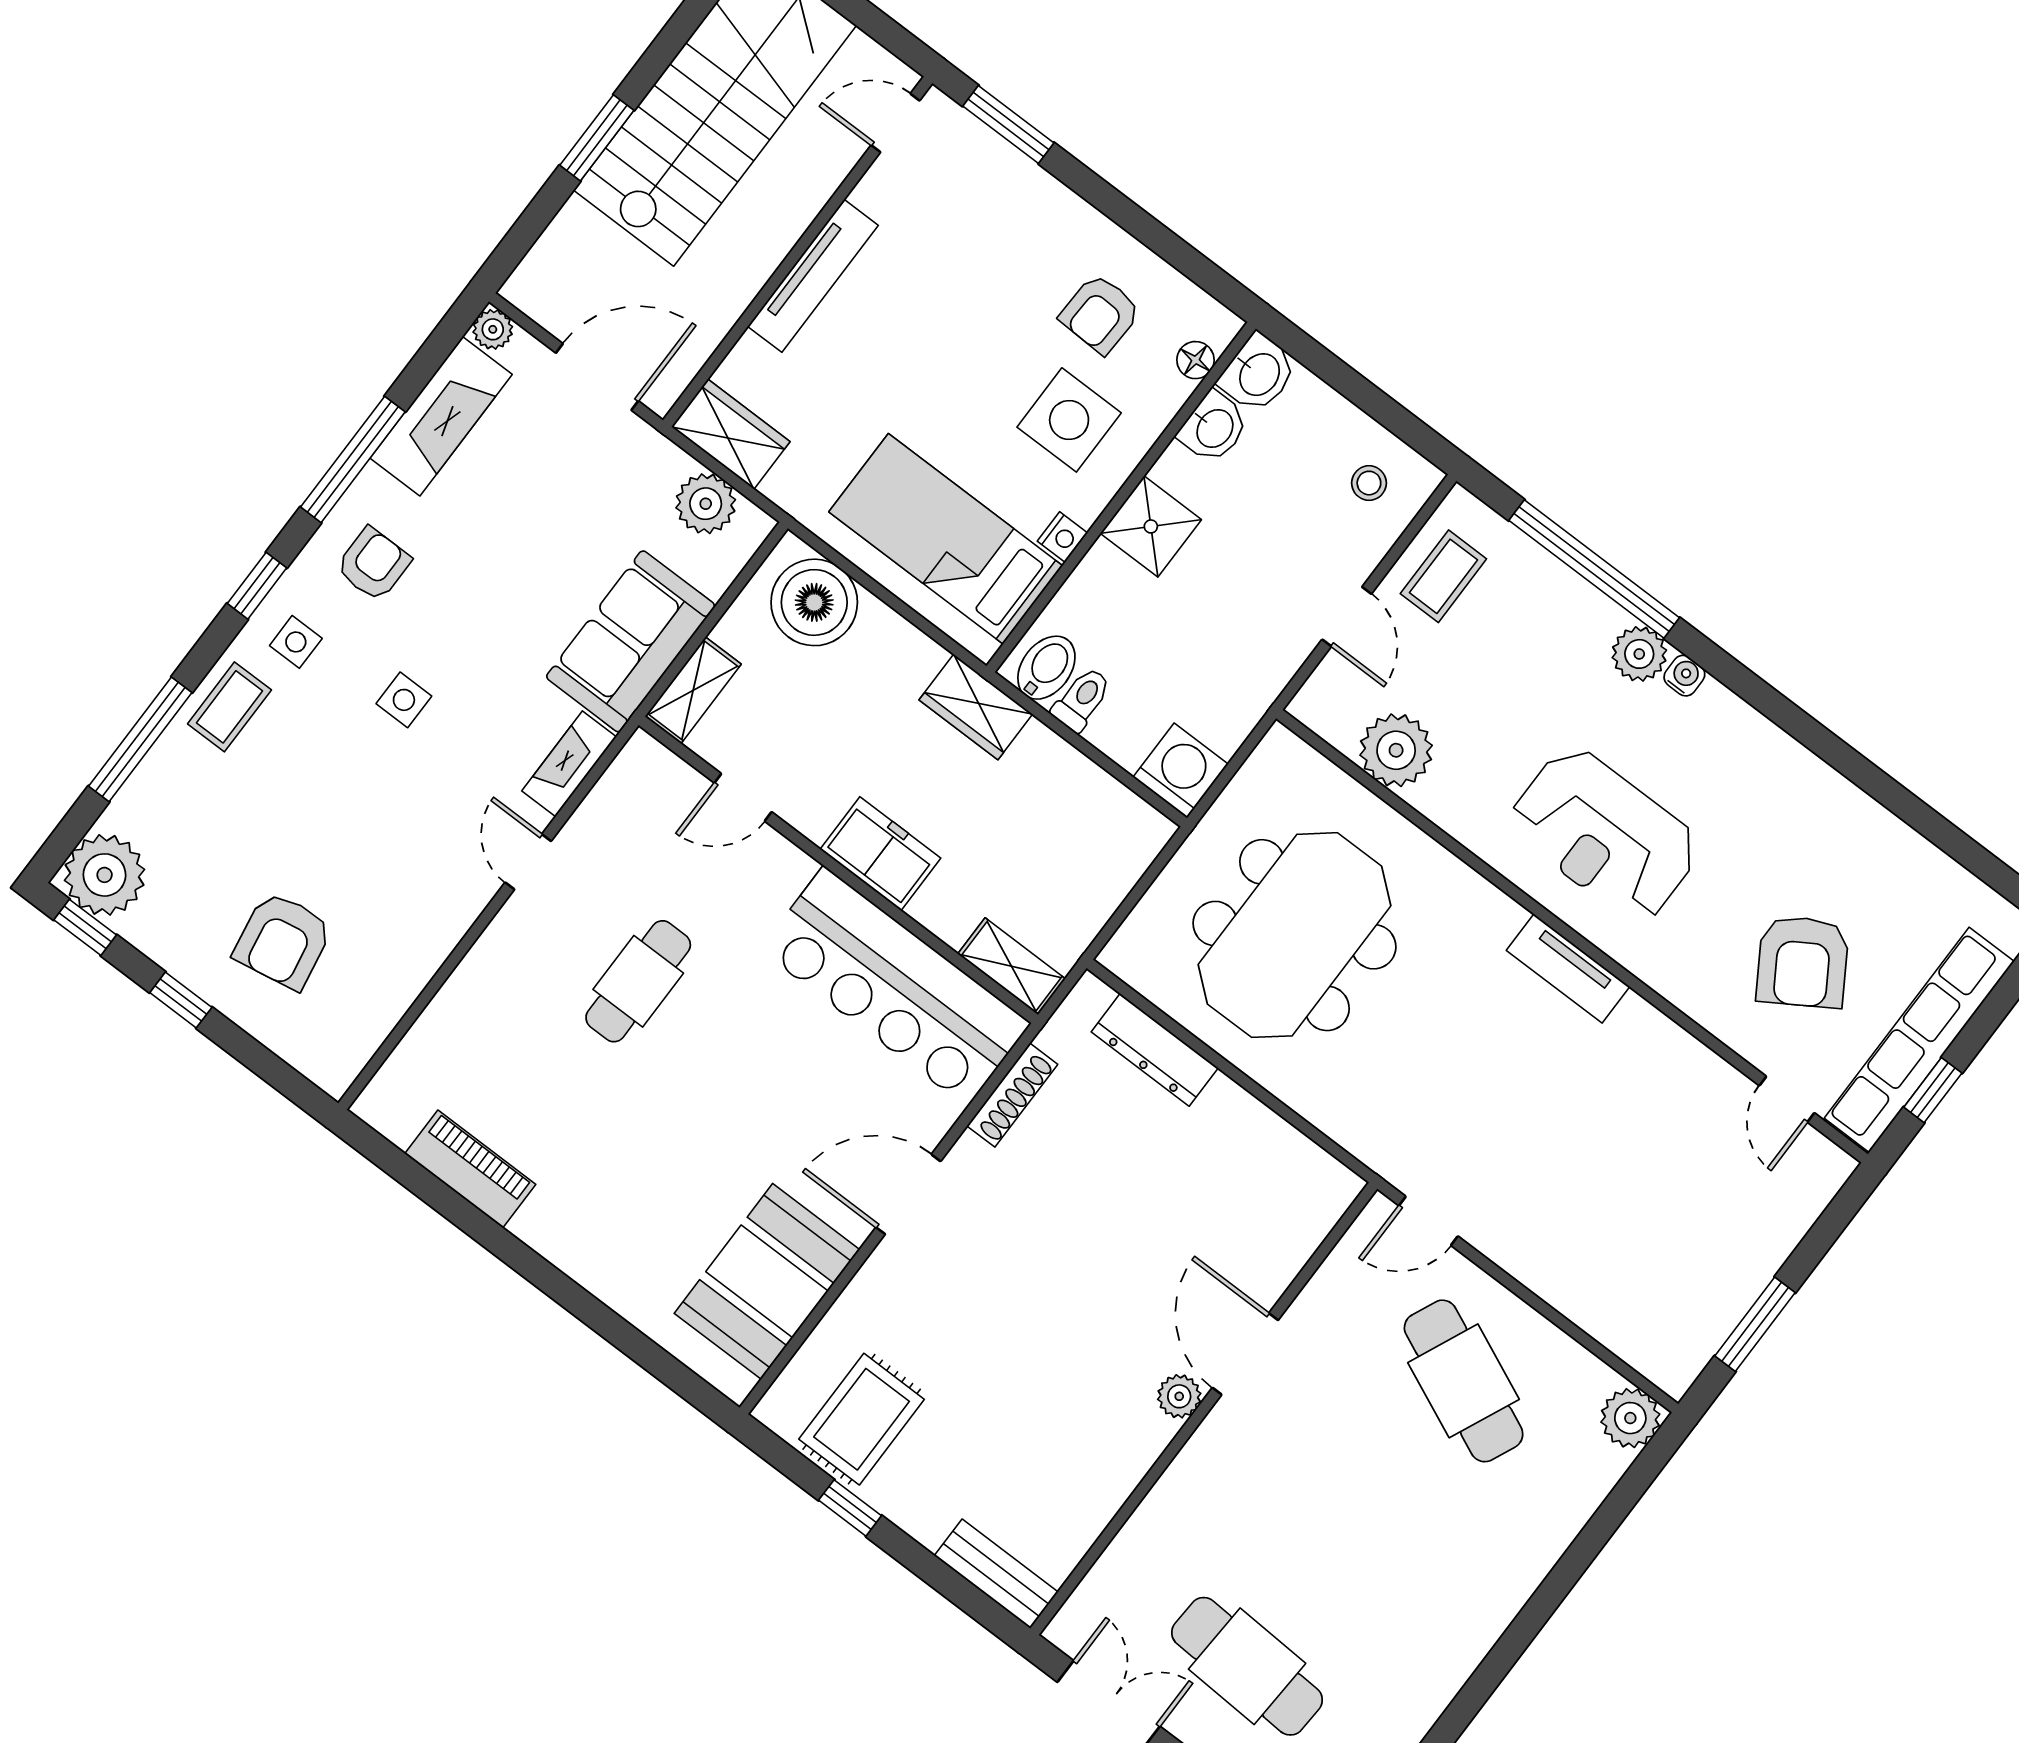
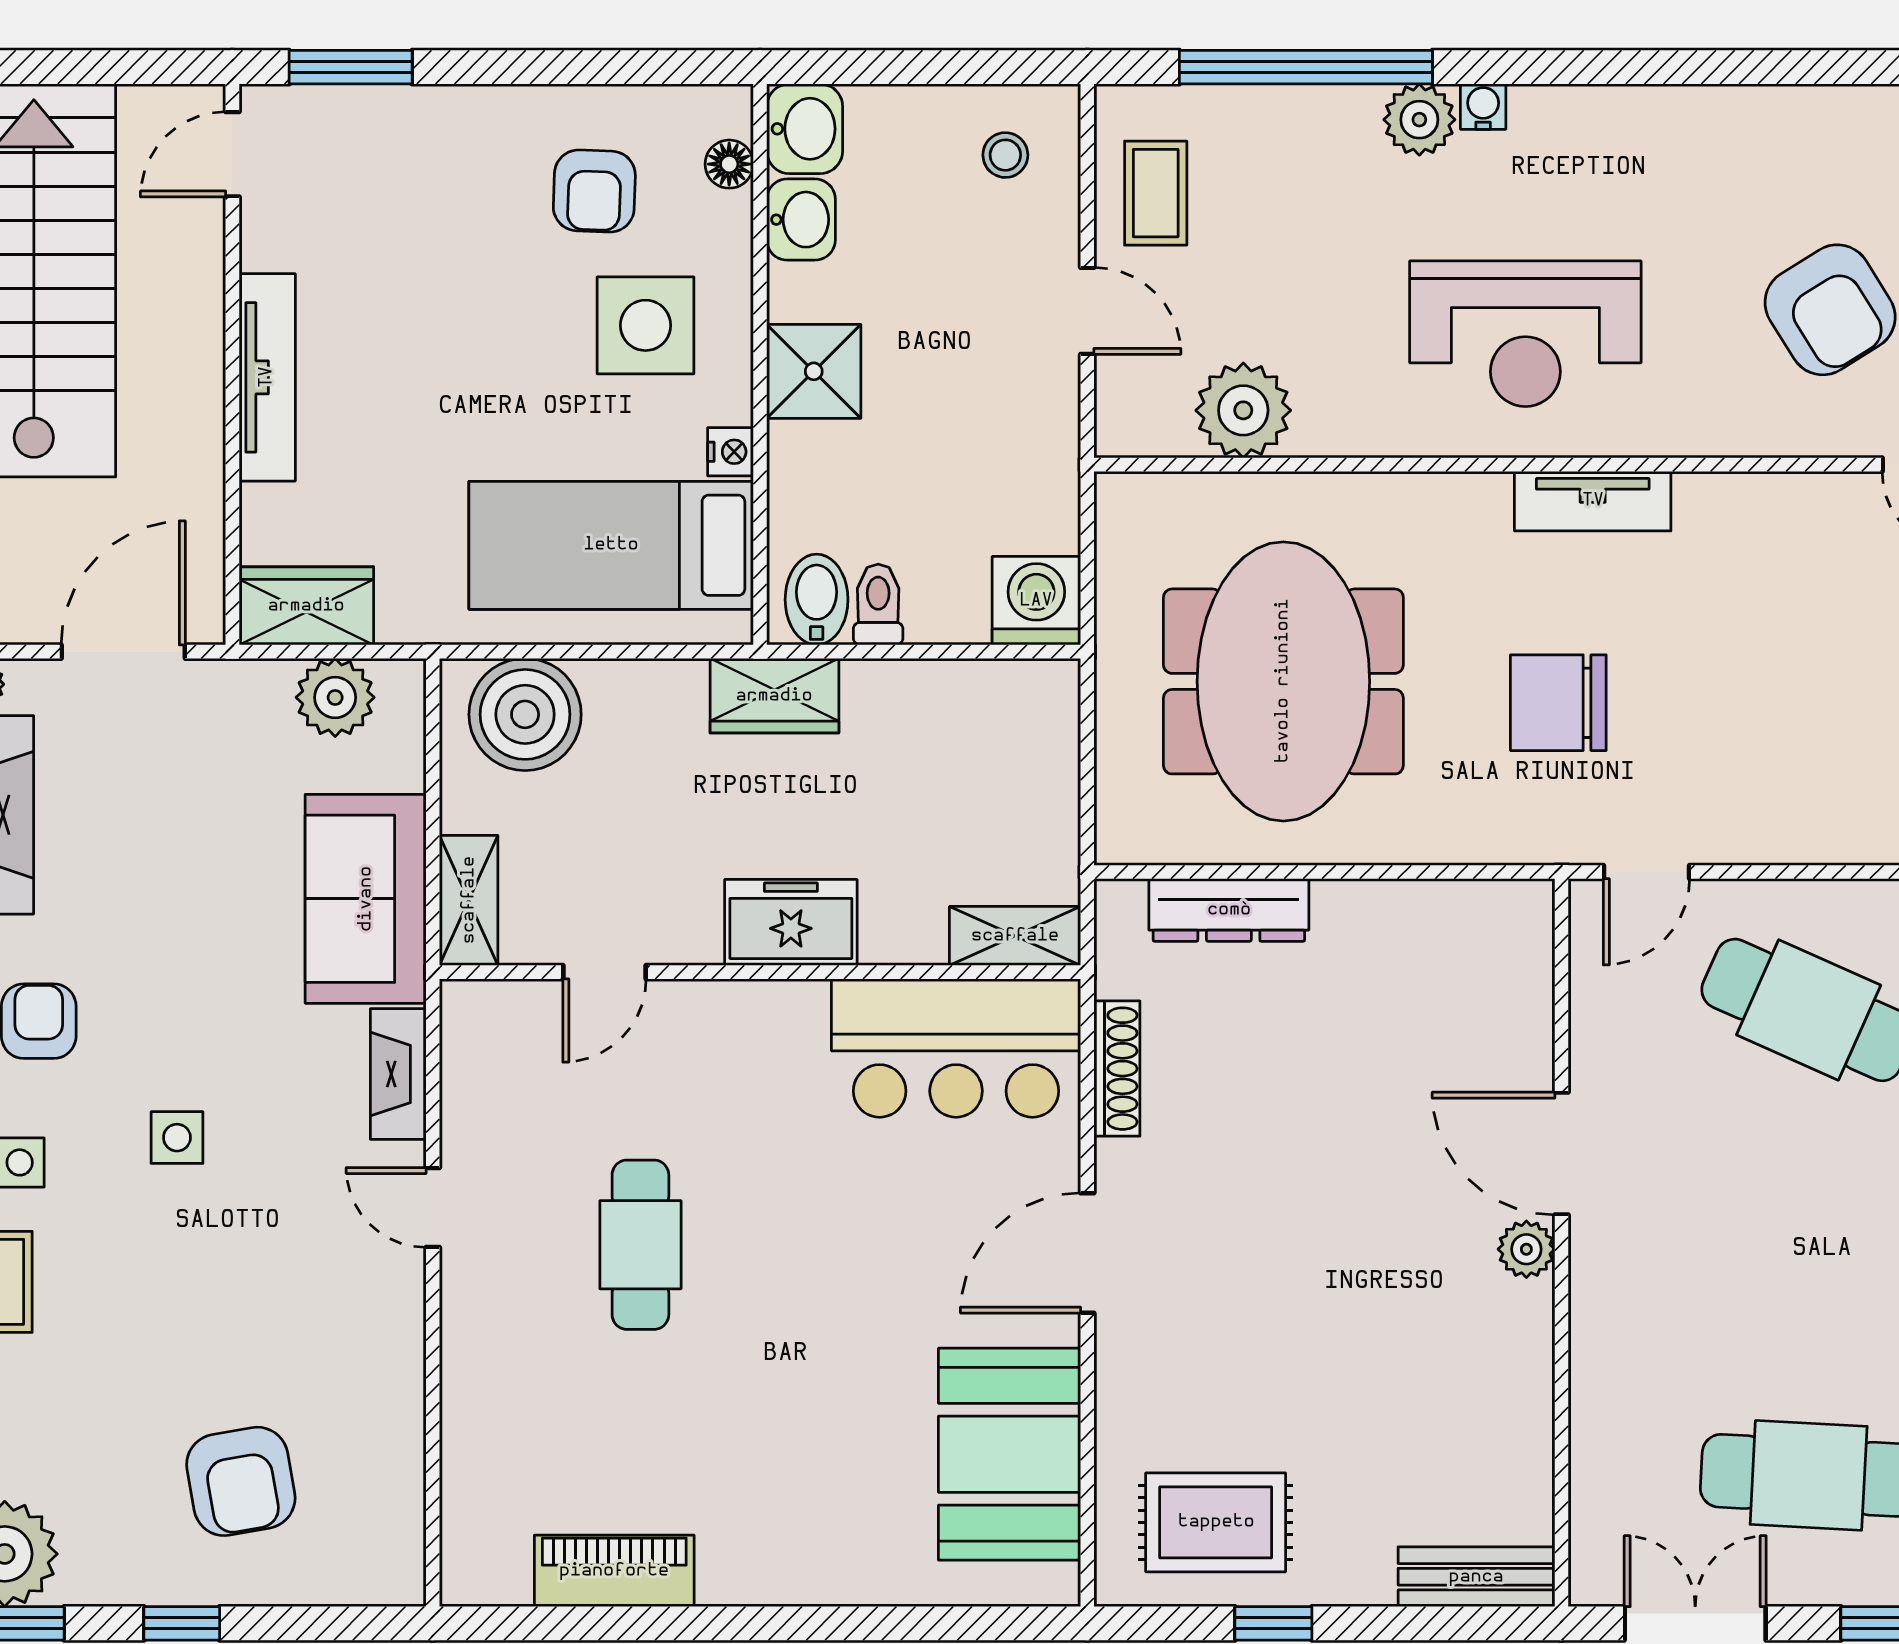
bar counter: (895, 986) -> (956, 1048), width x0.73
chair: (1453, 1076) -> (1558, 703), added
rug: (862, 1419) -> (1216, 1522), turned 90

